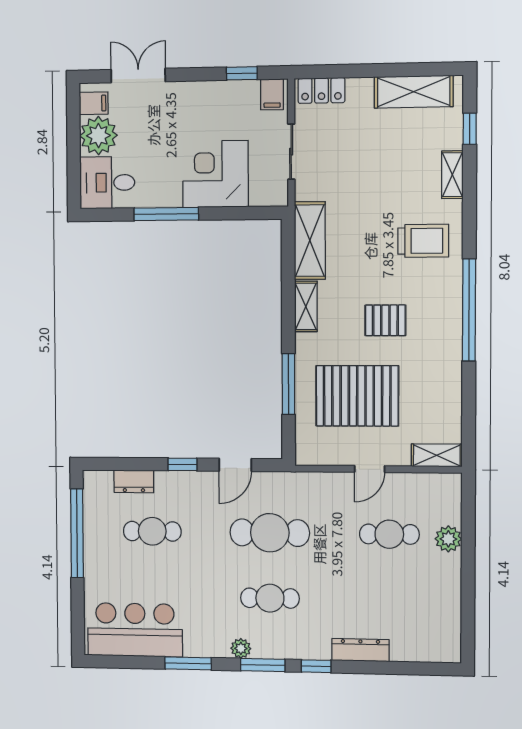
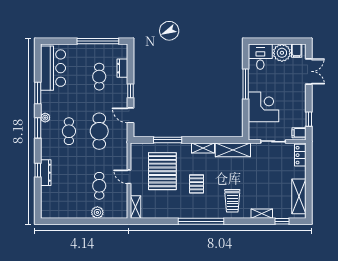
window: (316, 666) -> (38, 170), moved

